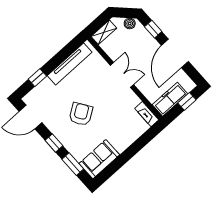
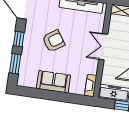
double door: (122, 75) -> (103, 47), swing flipped
sofa: (99, 159) -> (53, 82), moved

